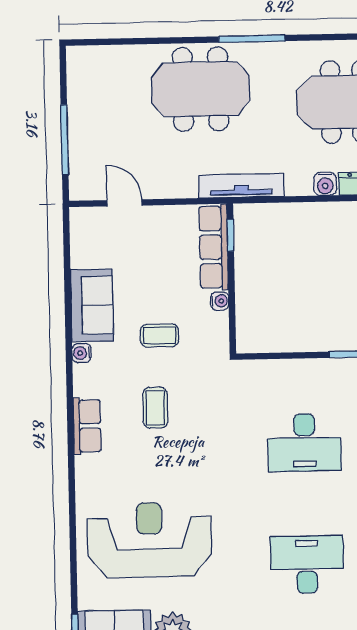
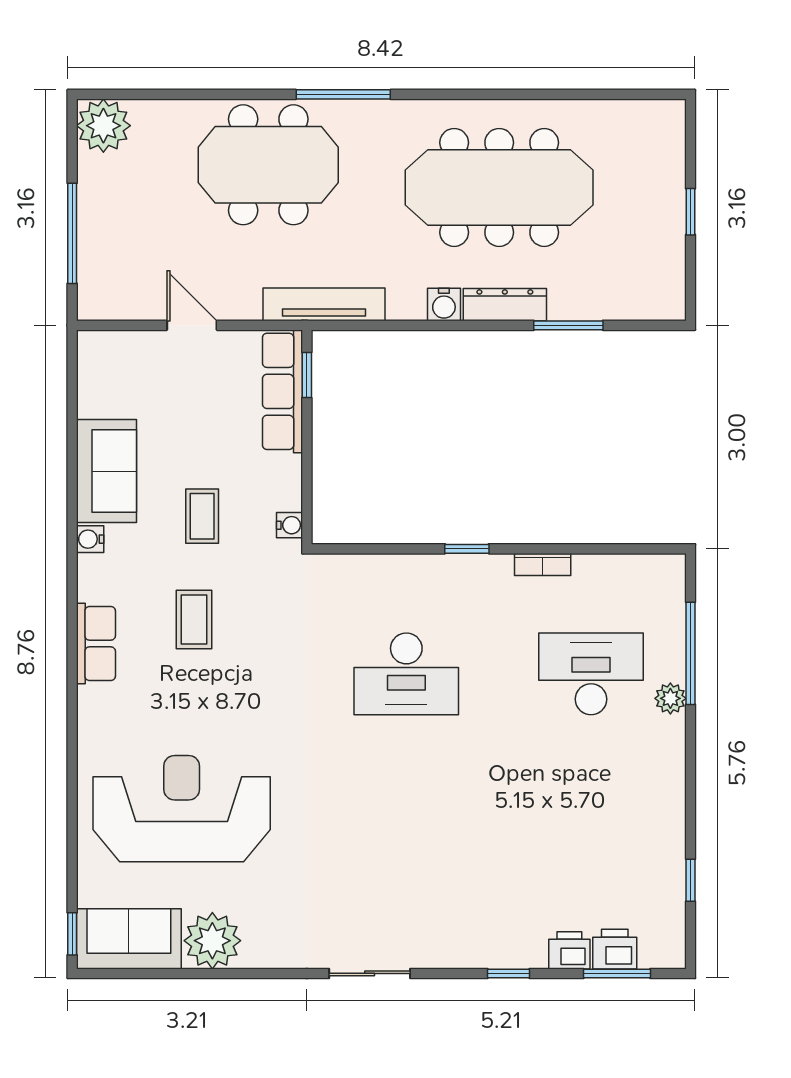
plant: (85, 64) -> (103, 126), added
door: (124, 203) -> (192, 325), moved
water cooler: (220, 301) -> (290, 525), moved
coffee table: (159, 335) -> (202, 516), turned 90
desk: (307, 564) -> (406, 848), removed

